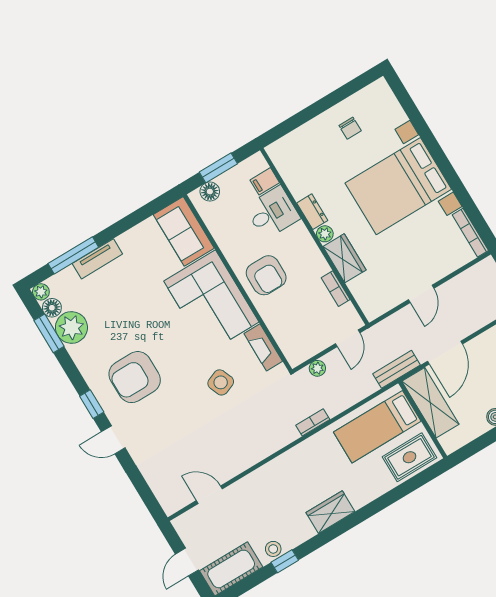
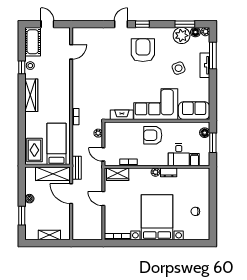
wardrobe: (345, 258) -> (118, 174), moved
side table: (221, 382) -> (179, 68), moved
wardrobe: (330, 512) -> (31, 95), width x1.50

